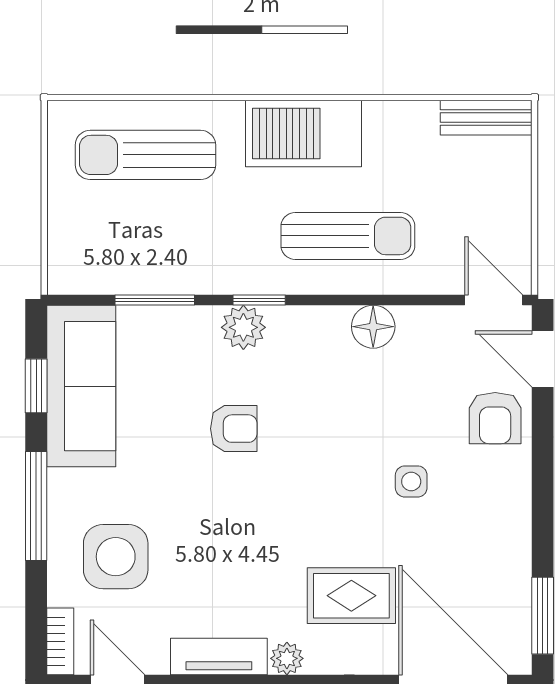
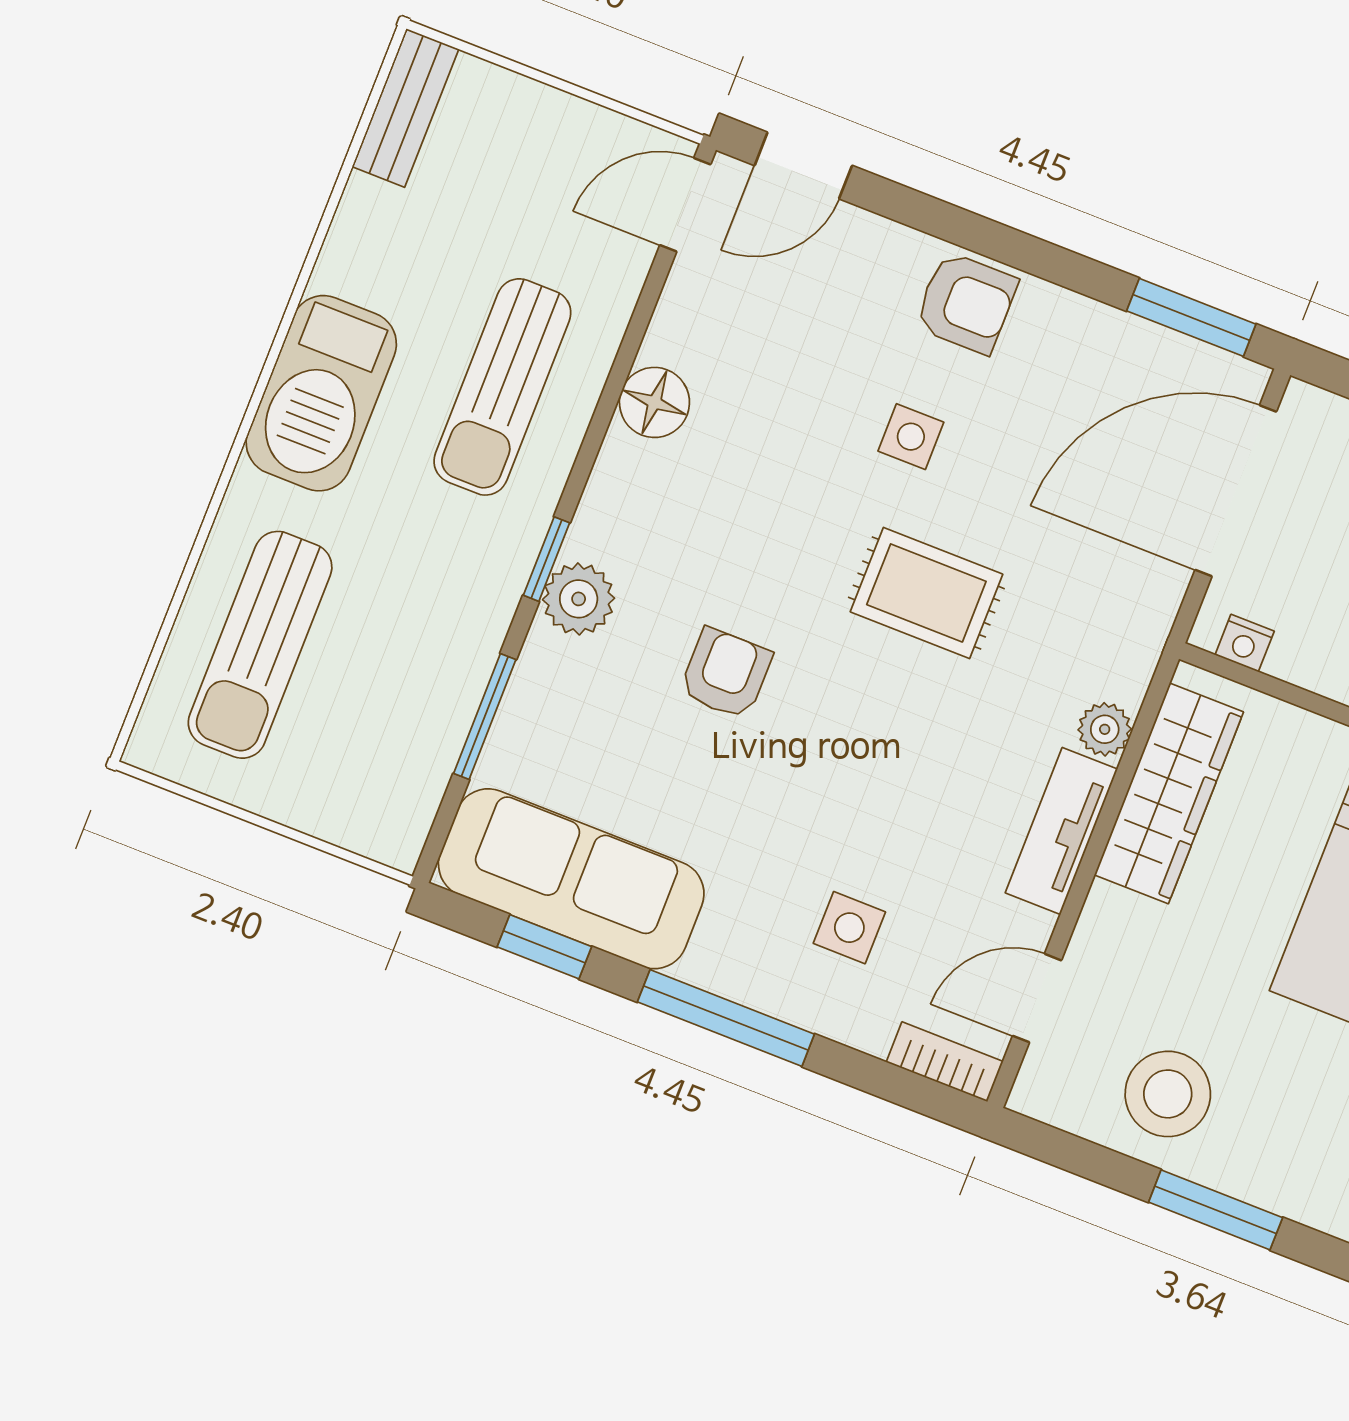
sun lounger: (348, 236) -> (502, 387), turned 180
armchair: (495, 418) -> (966, 303), moved
side table: (116, 557) -> (849, 928), width x0.54, depth x0.54
rug: (351, 596) -> (926, 593), moved, turned 90

